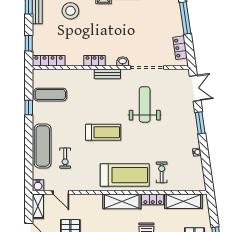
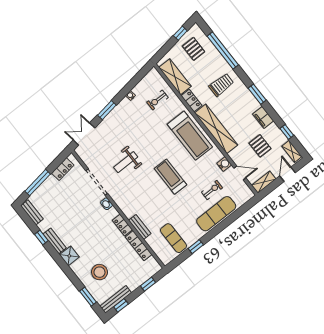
locker: (49, 61) -> (139, 246), moved
bench: (107, 74) -> (140, 227), moved
weight bench: (145, 104) -> (126, 162), width x0.73, depth x0.75
exercise bike: (162, 172) -> (157, 100), moved
treadmill: (125, 175) -> (190, 136), turned 180
water cooler: (38, 185) -> (224, 164), moved
door: (61, 192) -> (240, 173), hinge flipped
shelving: (122, 201) -> (216, 129), width x1.47

